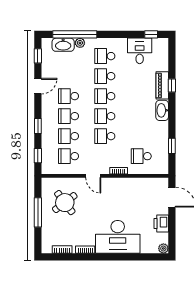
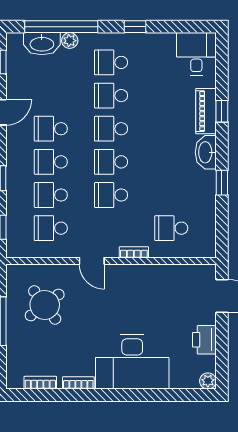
window: (151, 34) -> (135, 27), moved
desk: (140, 51) -> (196, 54), moved
window: (172, 146) -> (222, 183), moved

